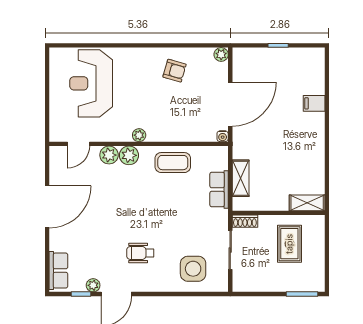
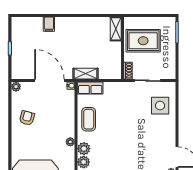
shelving: (241, 178) -> (85, 74), moved
row of seats: (219, 190) -> (90, 88), moved
rug: (289, 244) -> (143, 41), width x1.36, depth x1.43
wheelchair: (140, 253) -> (149, 141), removed

